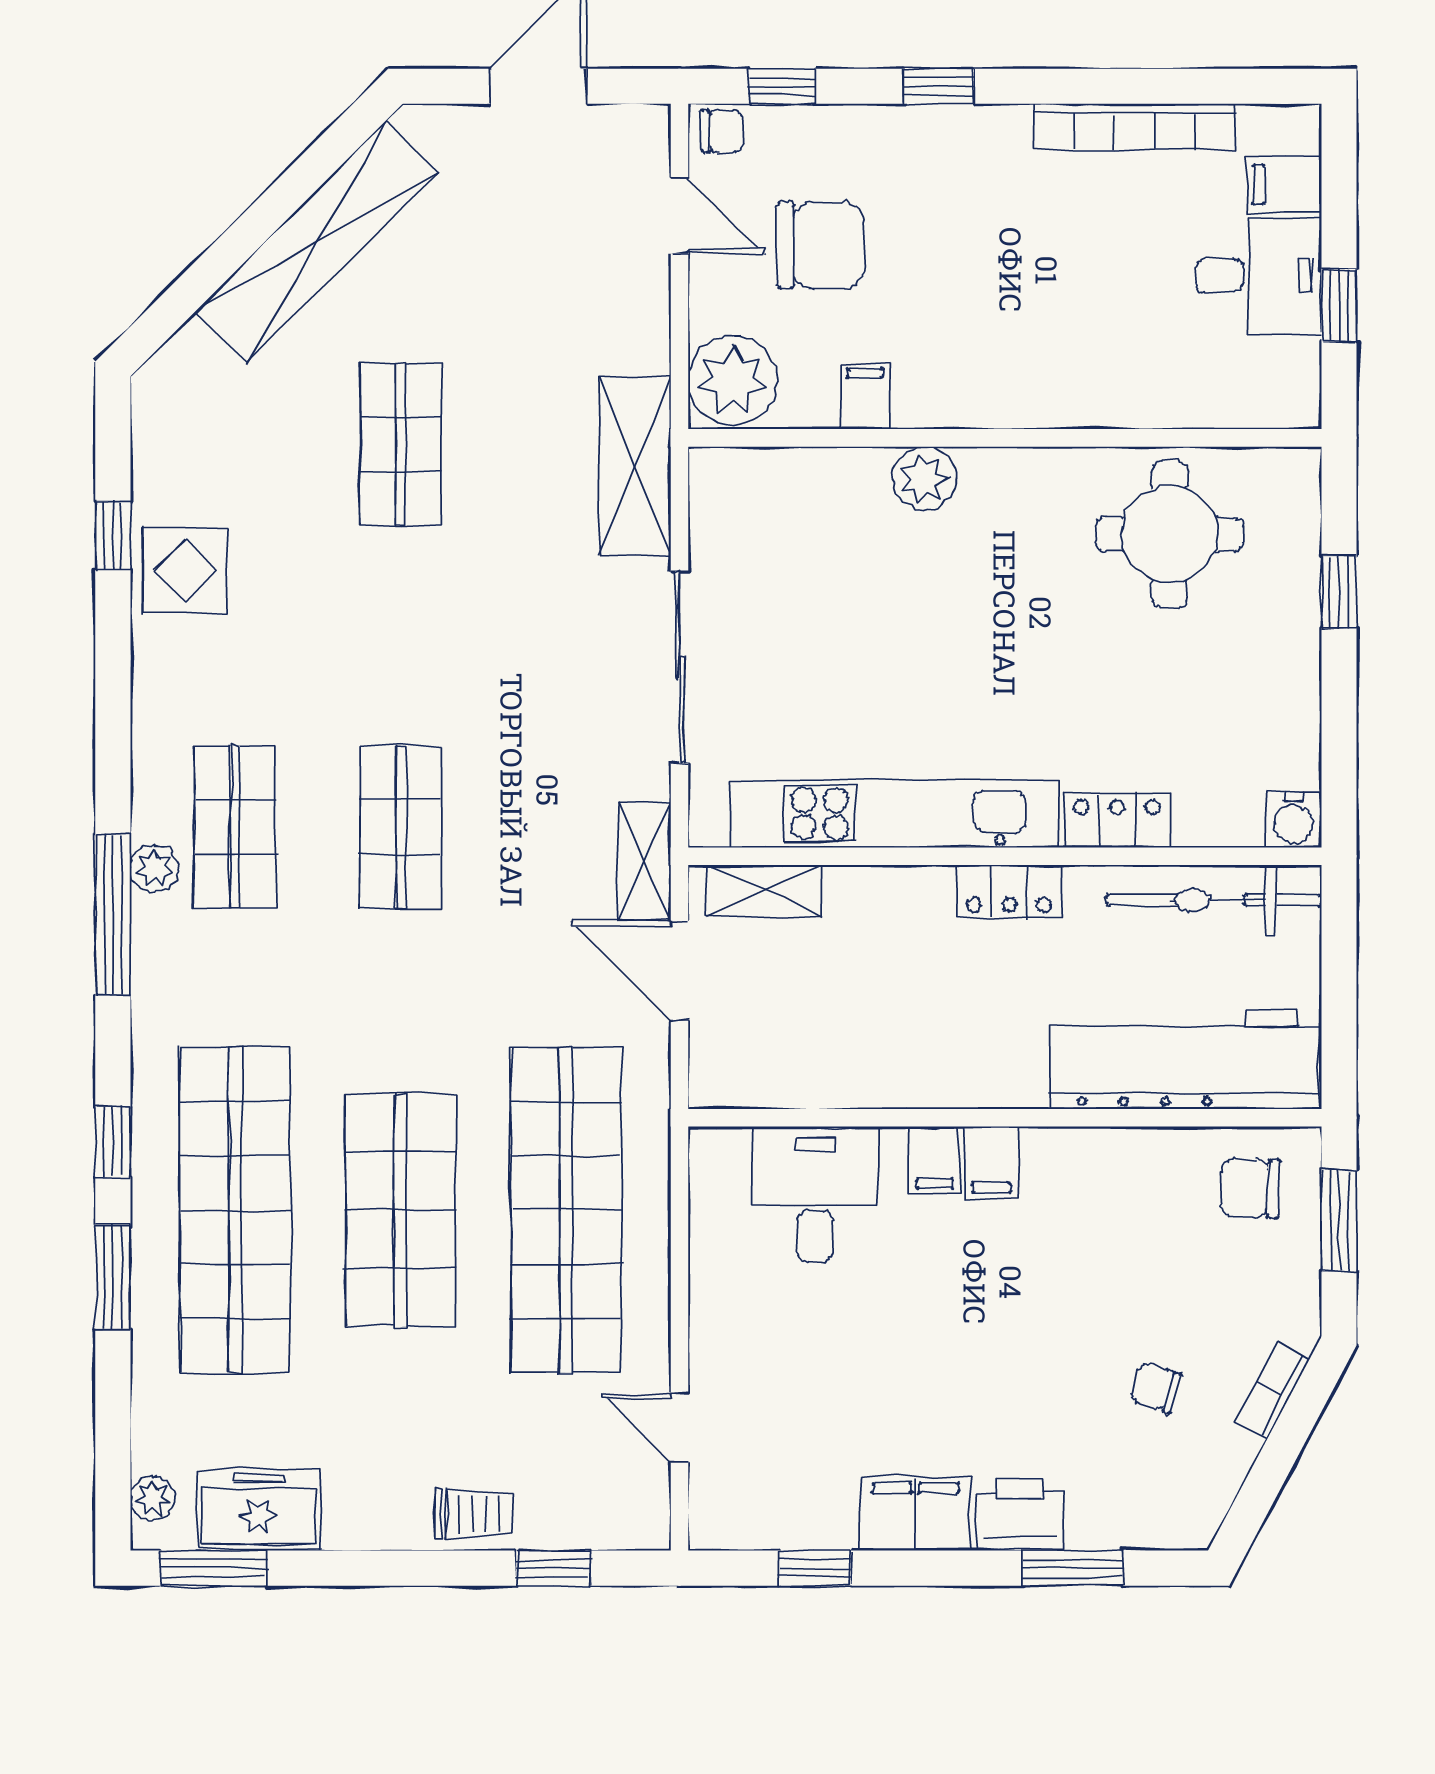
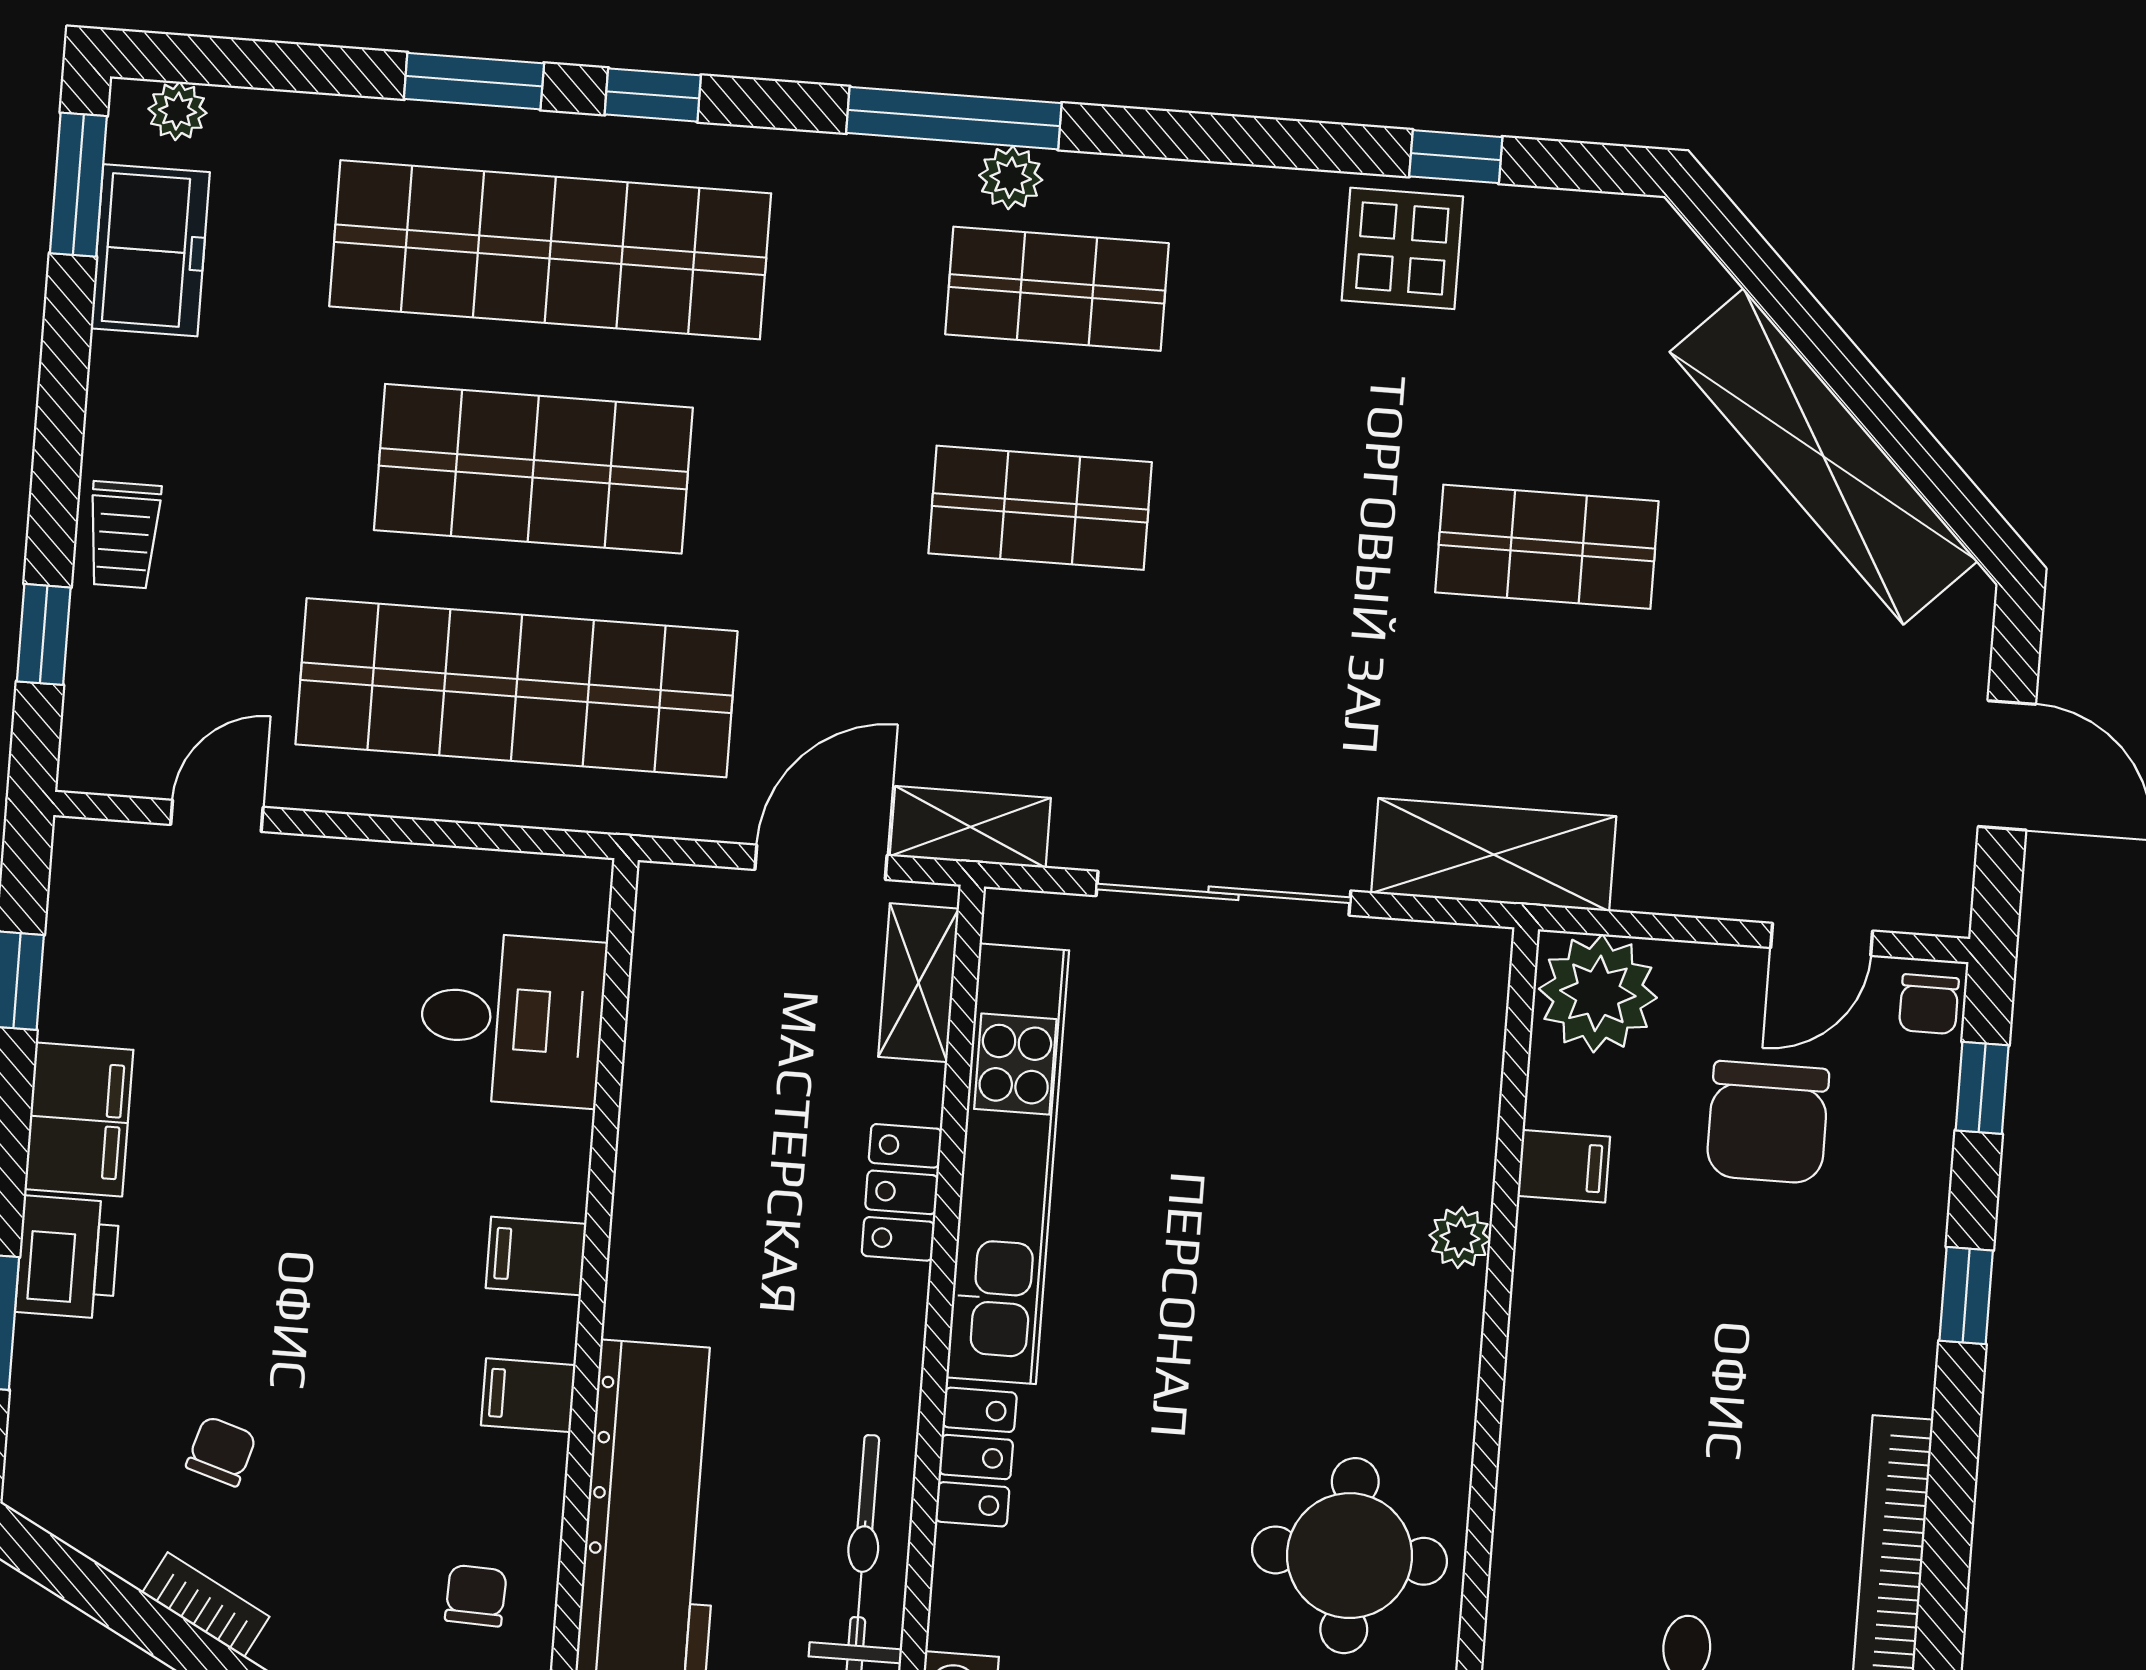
plant: (924, 478) -> (1460, 1237), width x0.73, depth x0.73
locker: (1009, 892) -> (902, 1192), moved
filing cabinet: (935, 1160) -> (528, 1395), moved
chair: (1250, 1188) -> (476, 1596), width x0.73, depth x0.73

